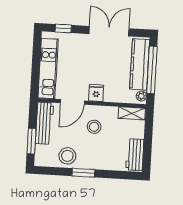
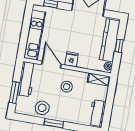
window: (152, 70) -> (119, 46), width x0.32
door: (72, 102) -> (51, 64), swing flipped

